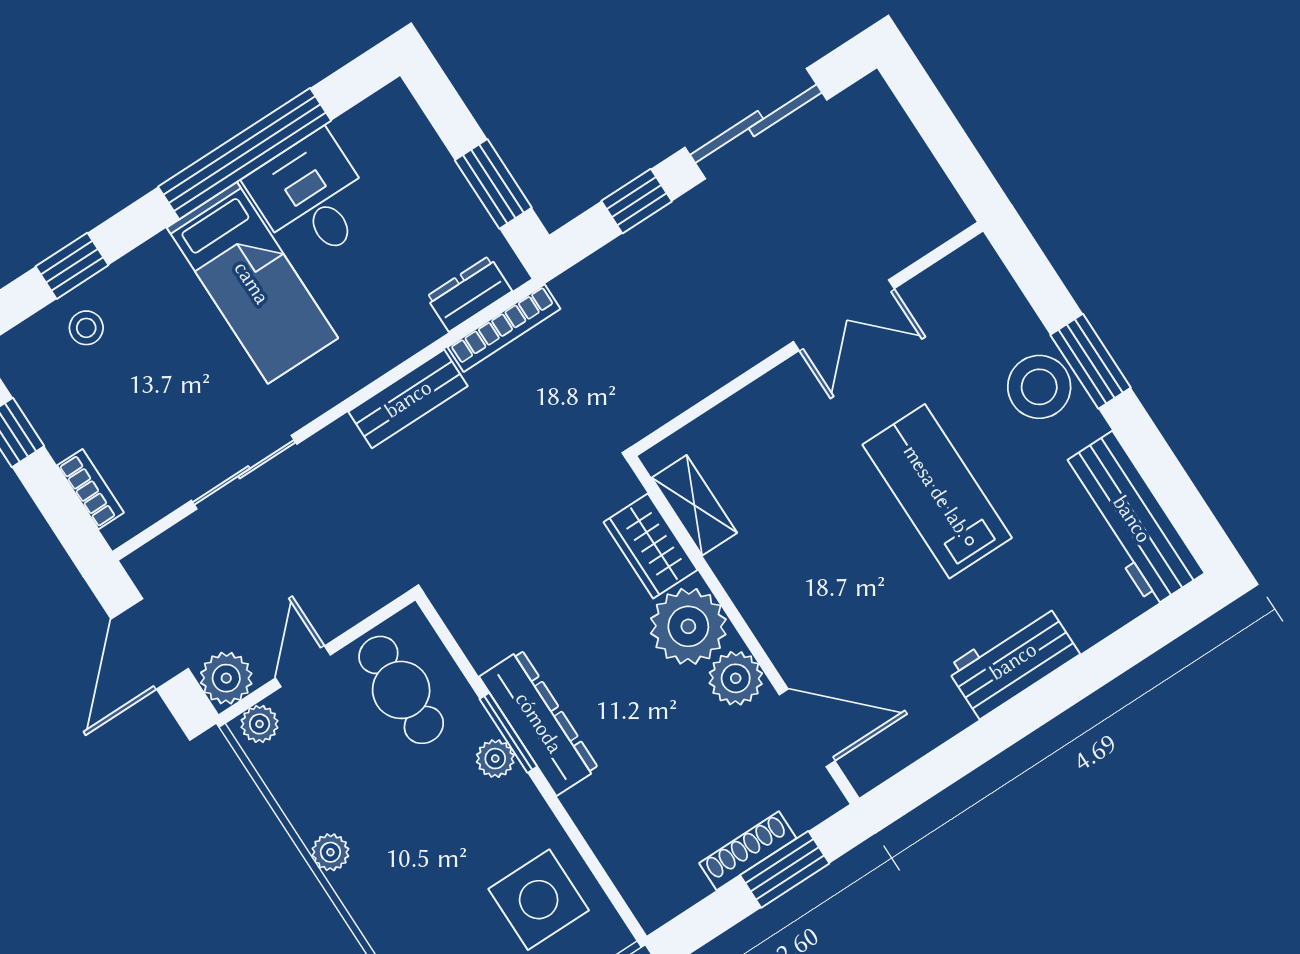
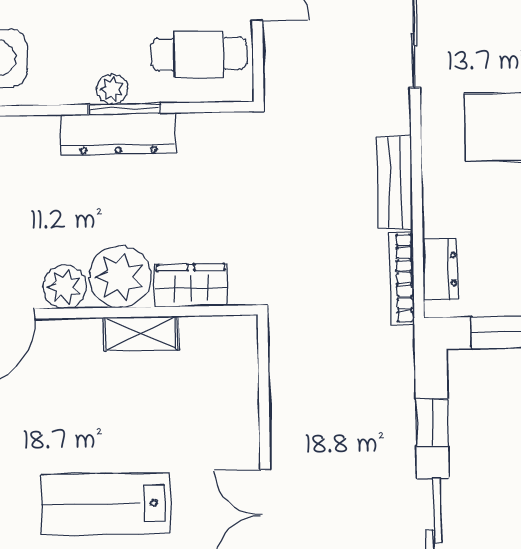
lab bench: (937, 491) -> (106, 504), turned 180
shelving: (694, 505) -> (141, 334), moved

